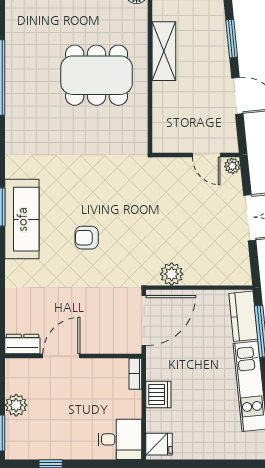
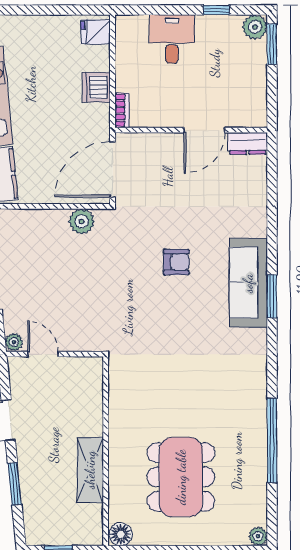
dining table: (97, 75) -> (181, 477), moved, turned 90
plant: (16, 405) -> (255, 27), moved
desk: (120, 439) -> (172, 39), moved, turned 90

